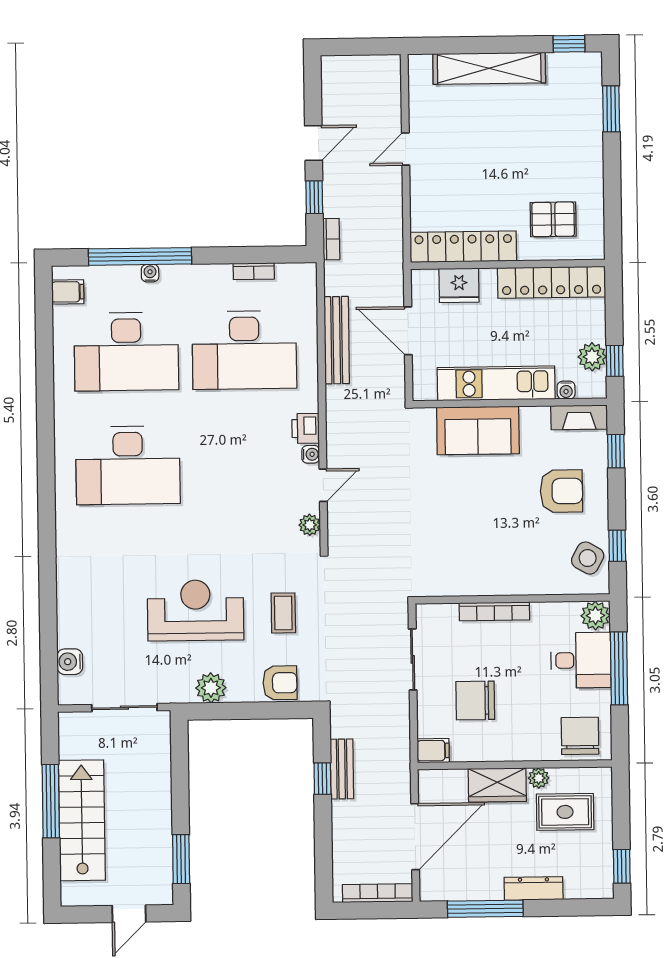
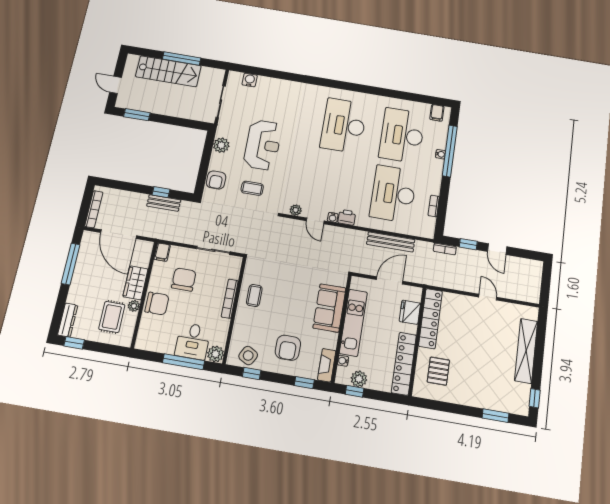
coffee table: (481, 569) -> (254, 296), added
chair: (580, 736) -> (157, 304), moved
dresser: (534, 888) -> (68, 320), moved

